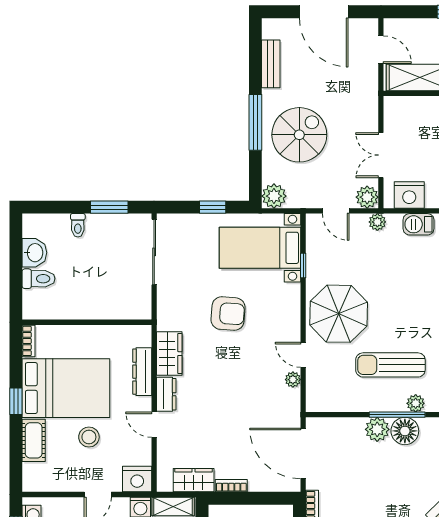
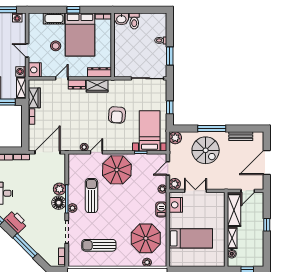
washbasin: (34, 253) -> (121, 19), moved
dresser: (142, 372) -> (99, 72), moved

